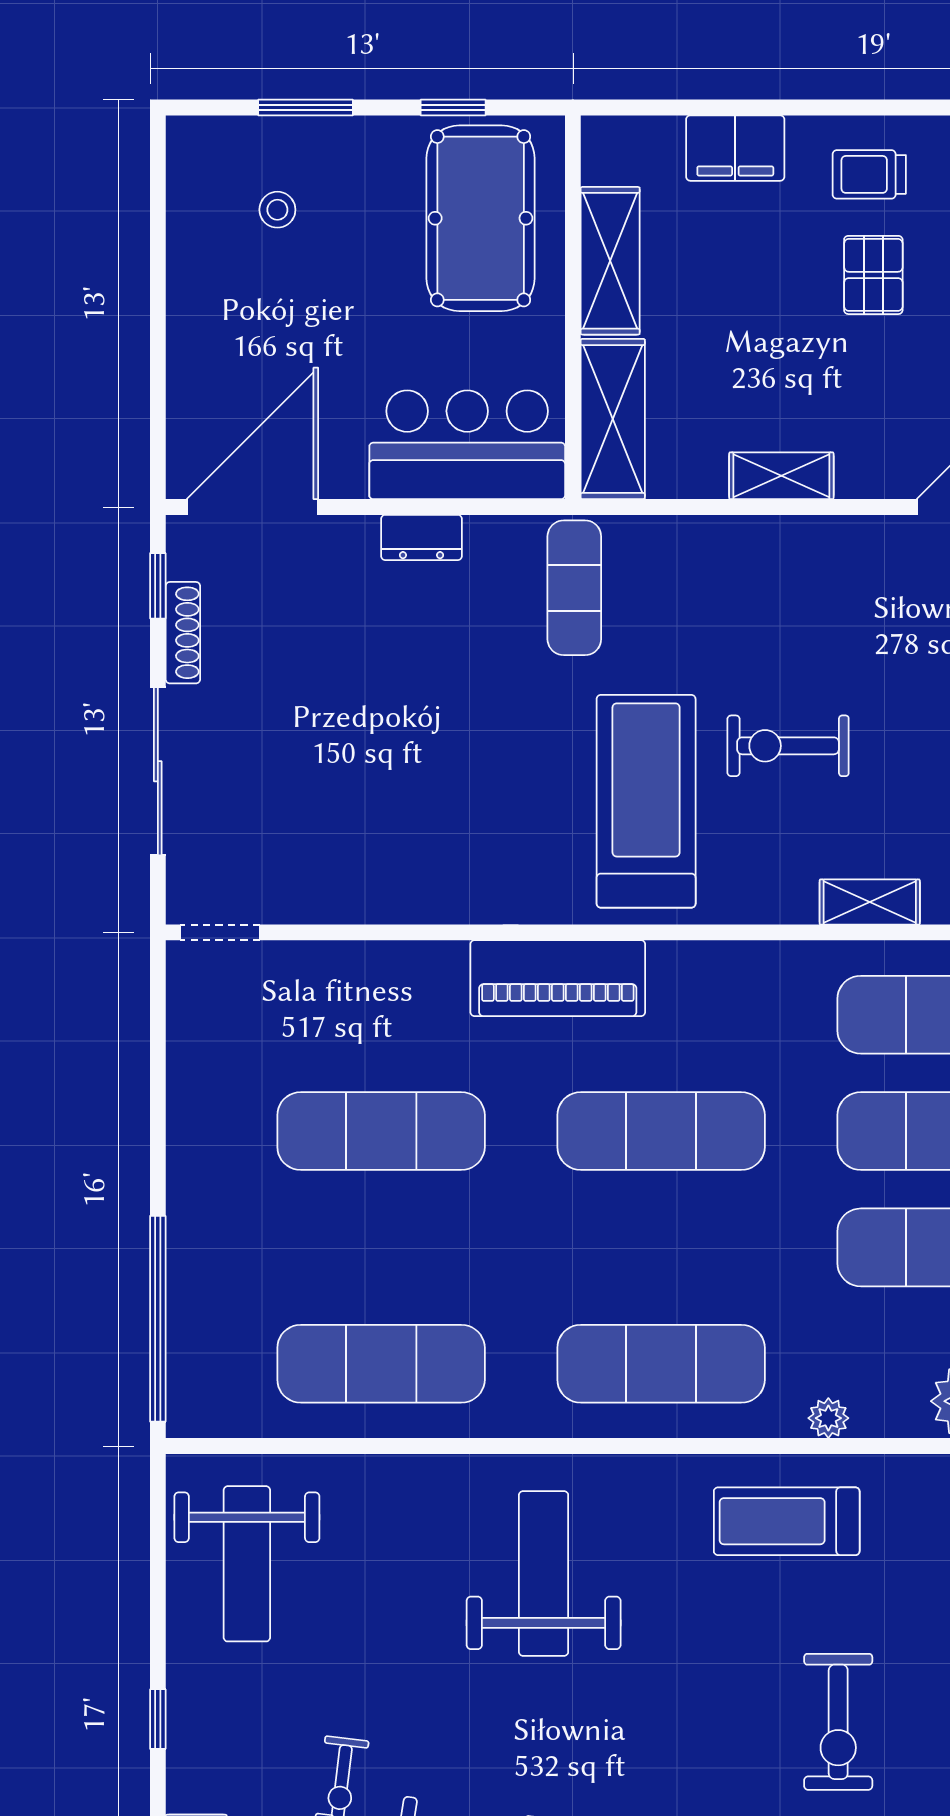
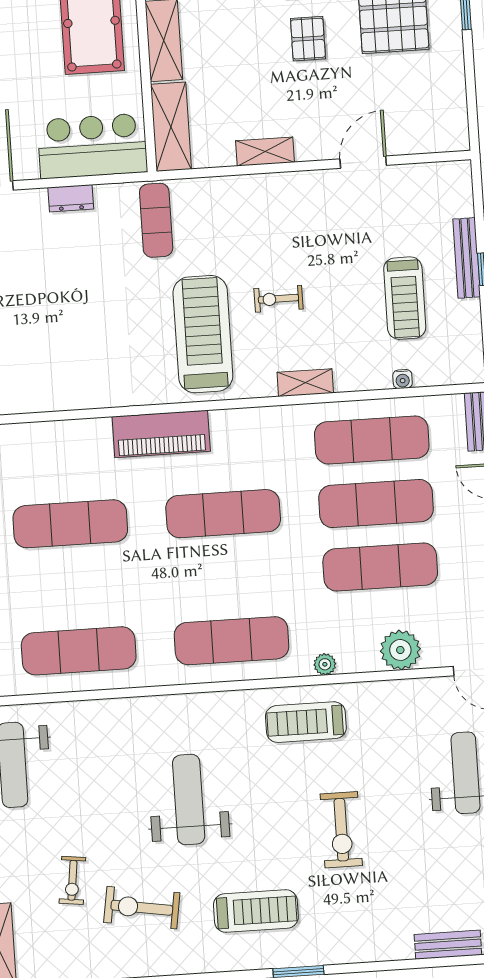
exercise bike: (788, 746) -> (278, 299), width x0.73, depth x0.72
shelving: (870, 902) -> (305, 383), moved
weight bench: (544, 1573) -> (189, 800), moved

